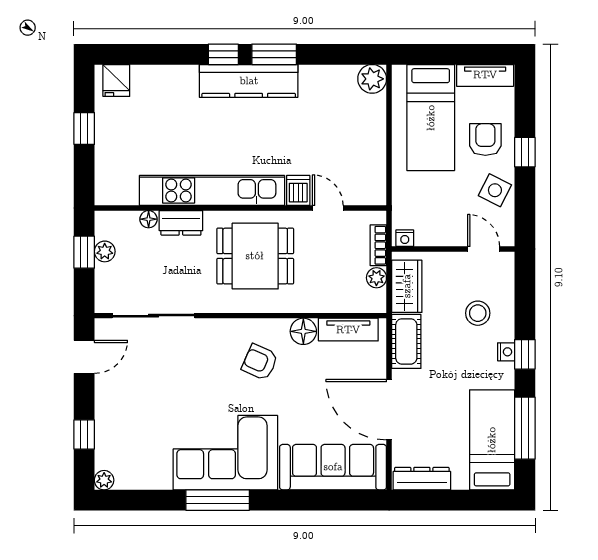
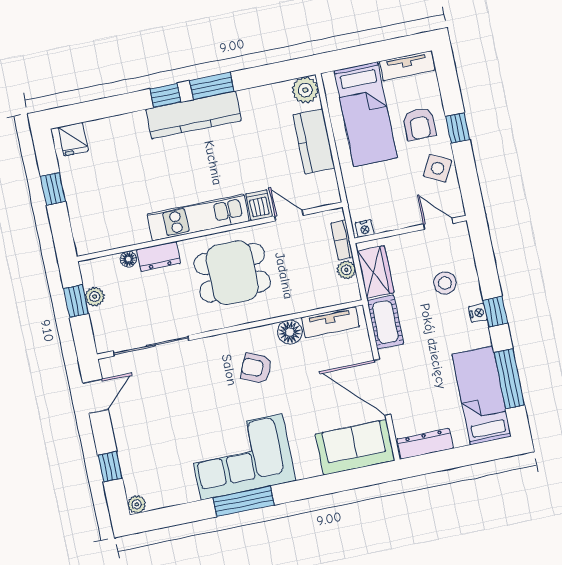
kitchen counter: (370, 135) -> (314, 141), added
armchair: (485, 140) -> (419, 124), turned 180
kitchen unit: (212, 190) -> (198, 218), width x0.73
sofa: (333, 467) -> (355, 447), width x0.73

